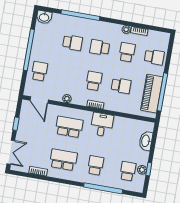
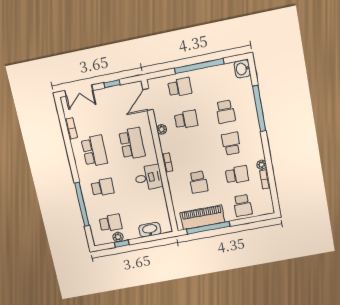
school desk: (94, 81) -> (186, 119), moved

